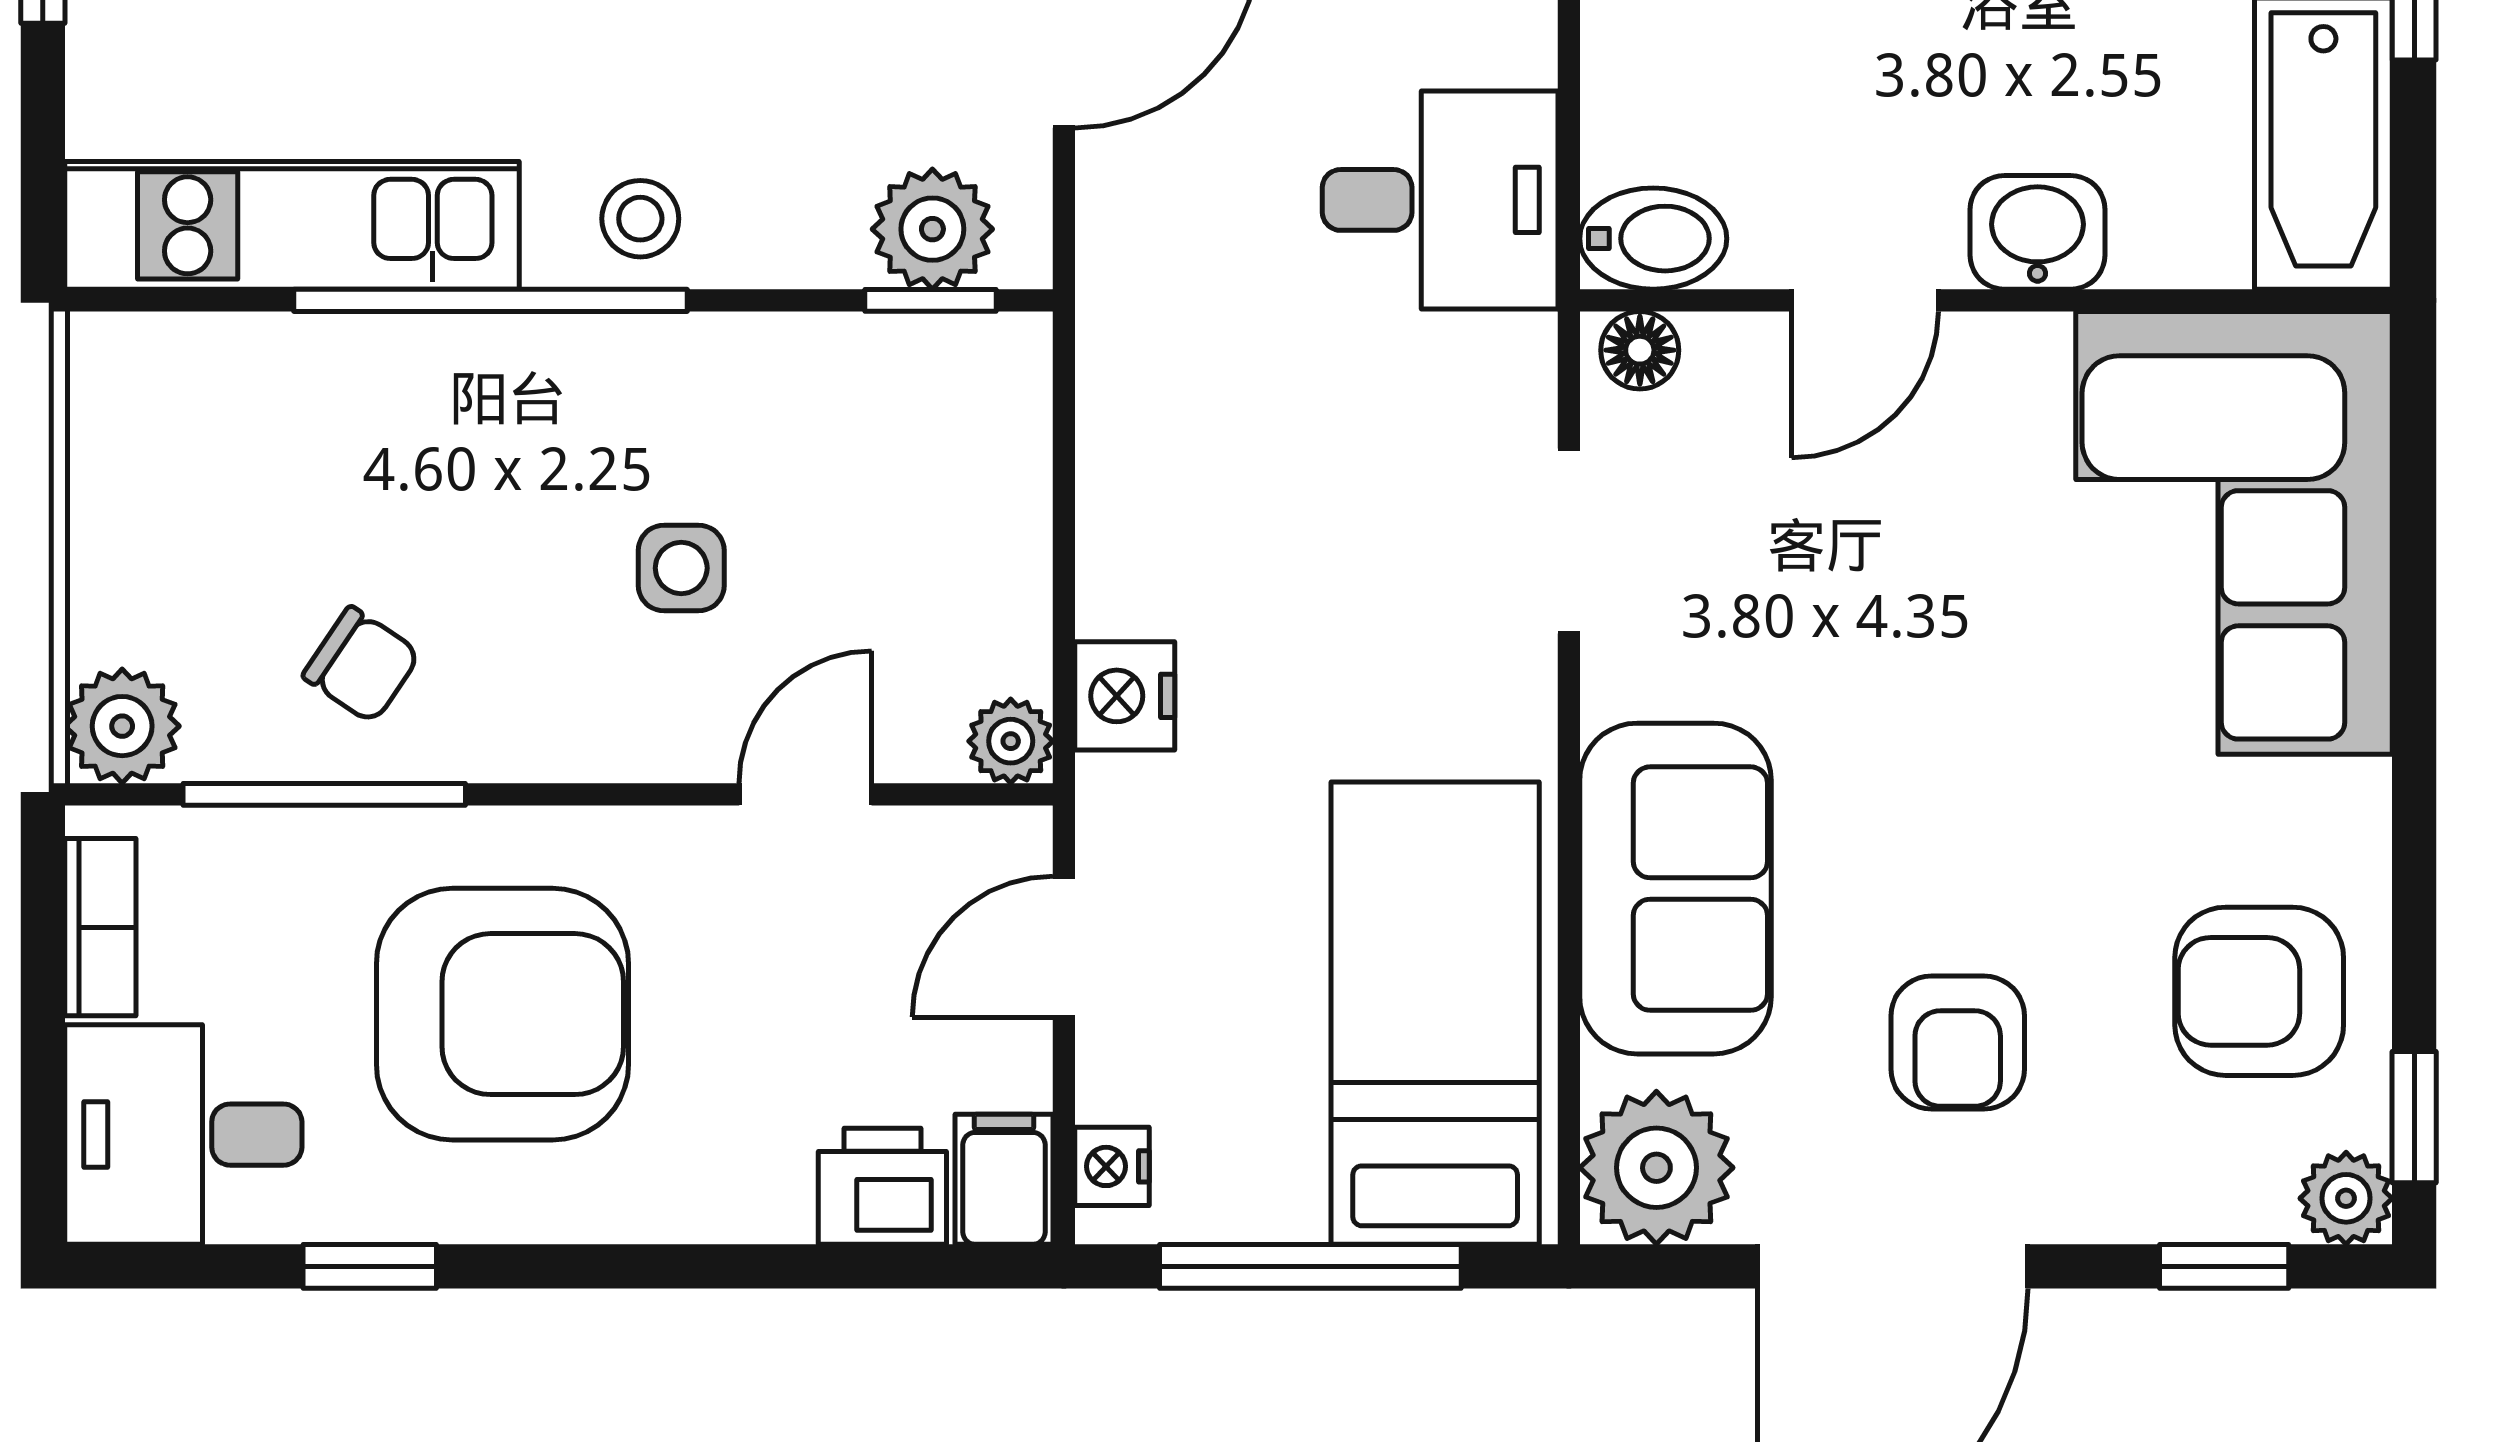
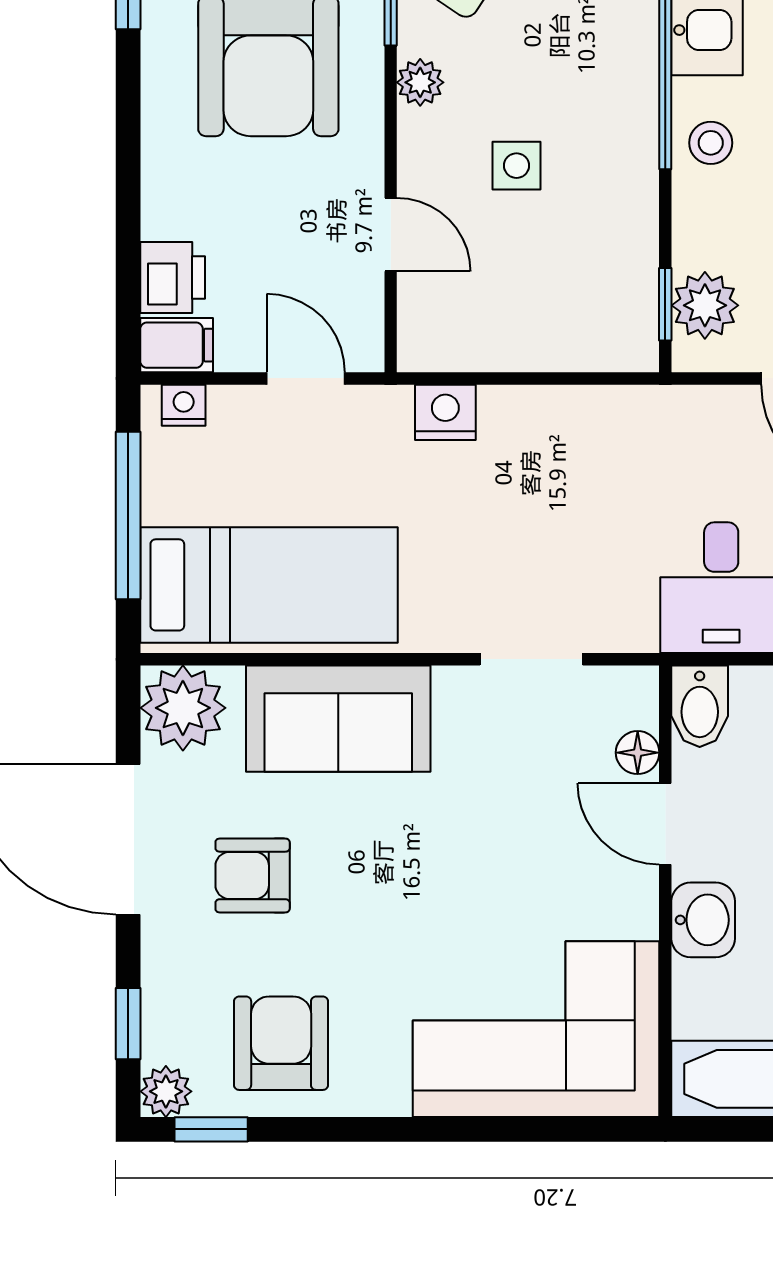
floor lamp: (1640, 350) -> (638, 753), moved
plant: (1011, 741) -> (420, 82), moved

